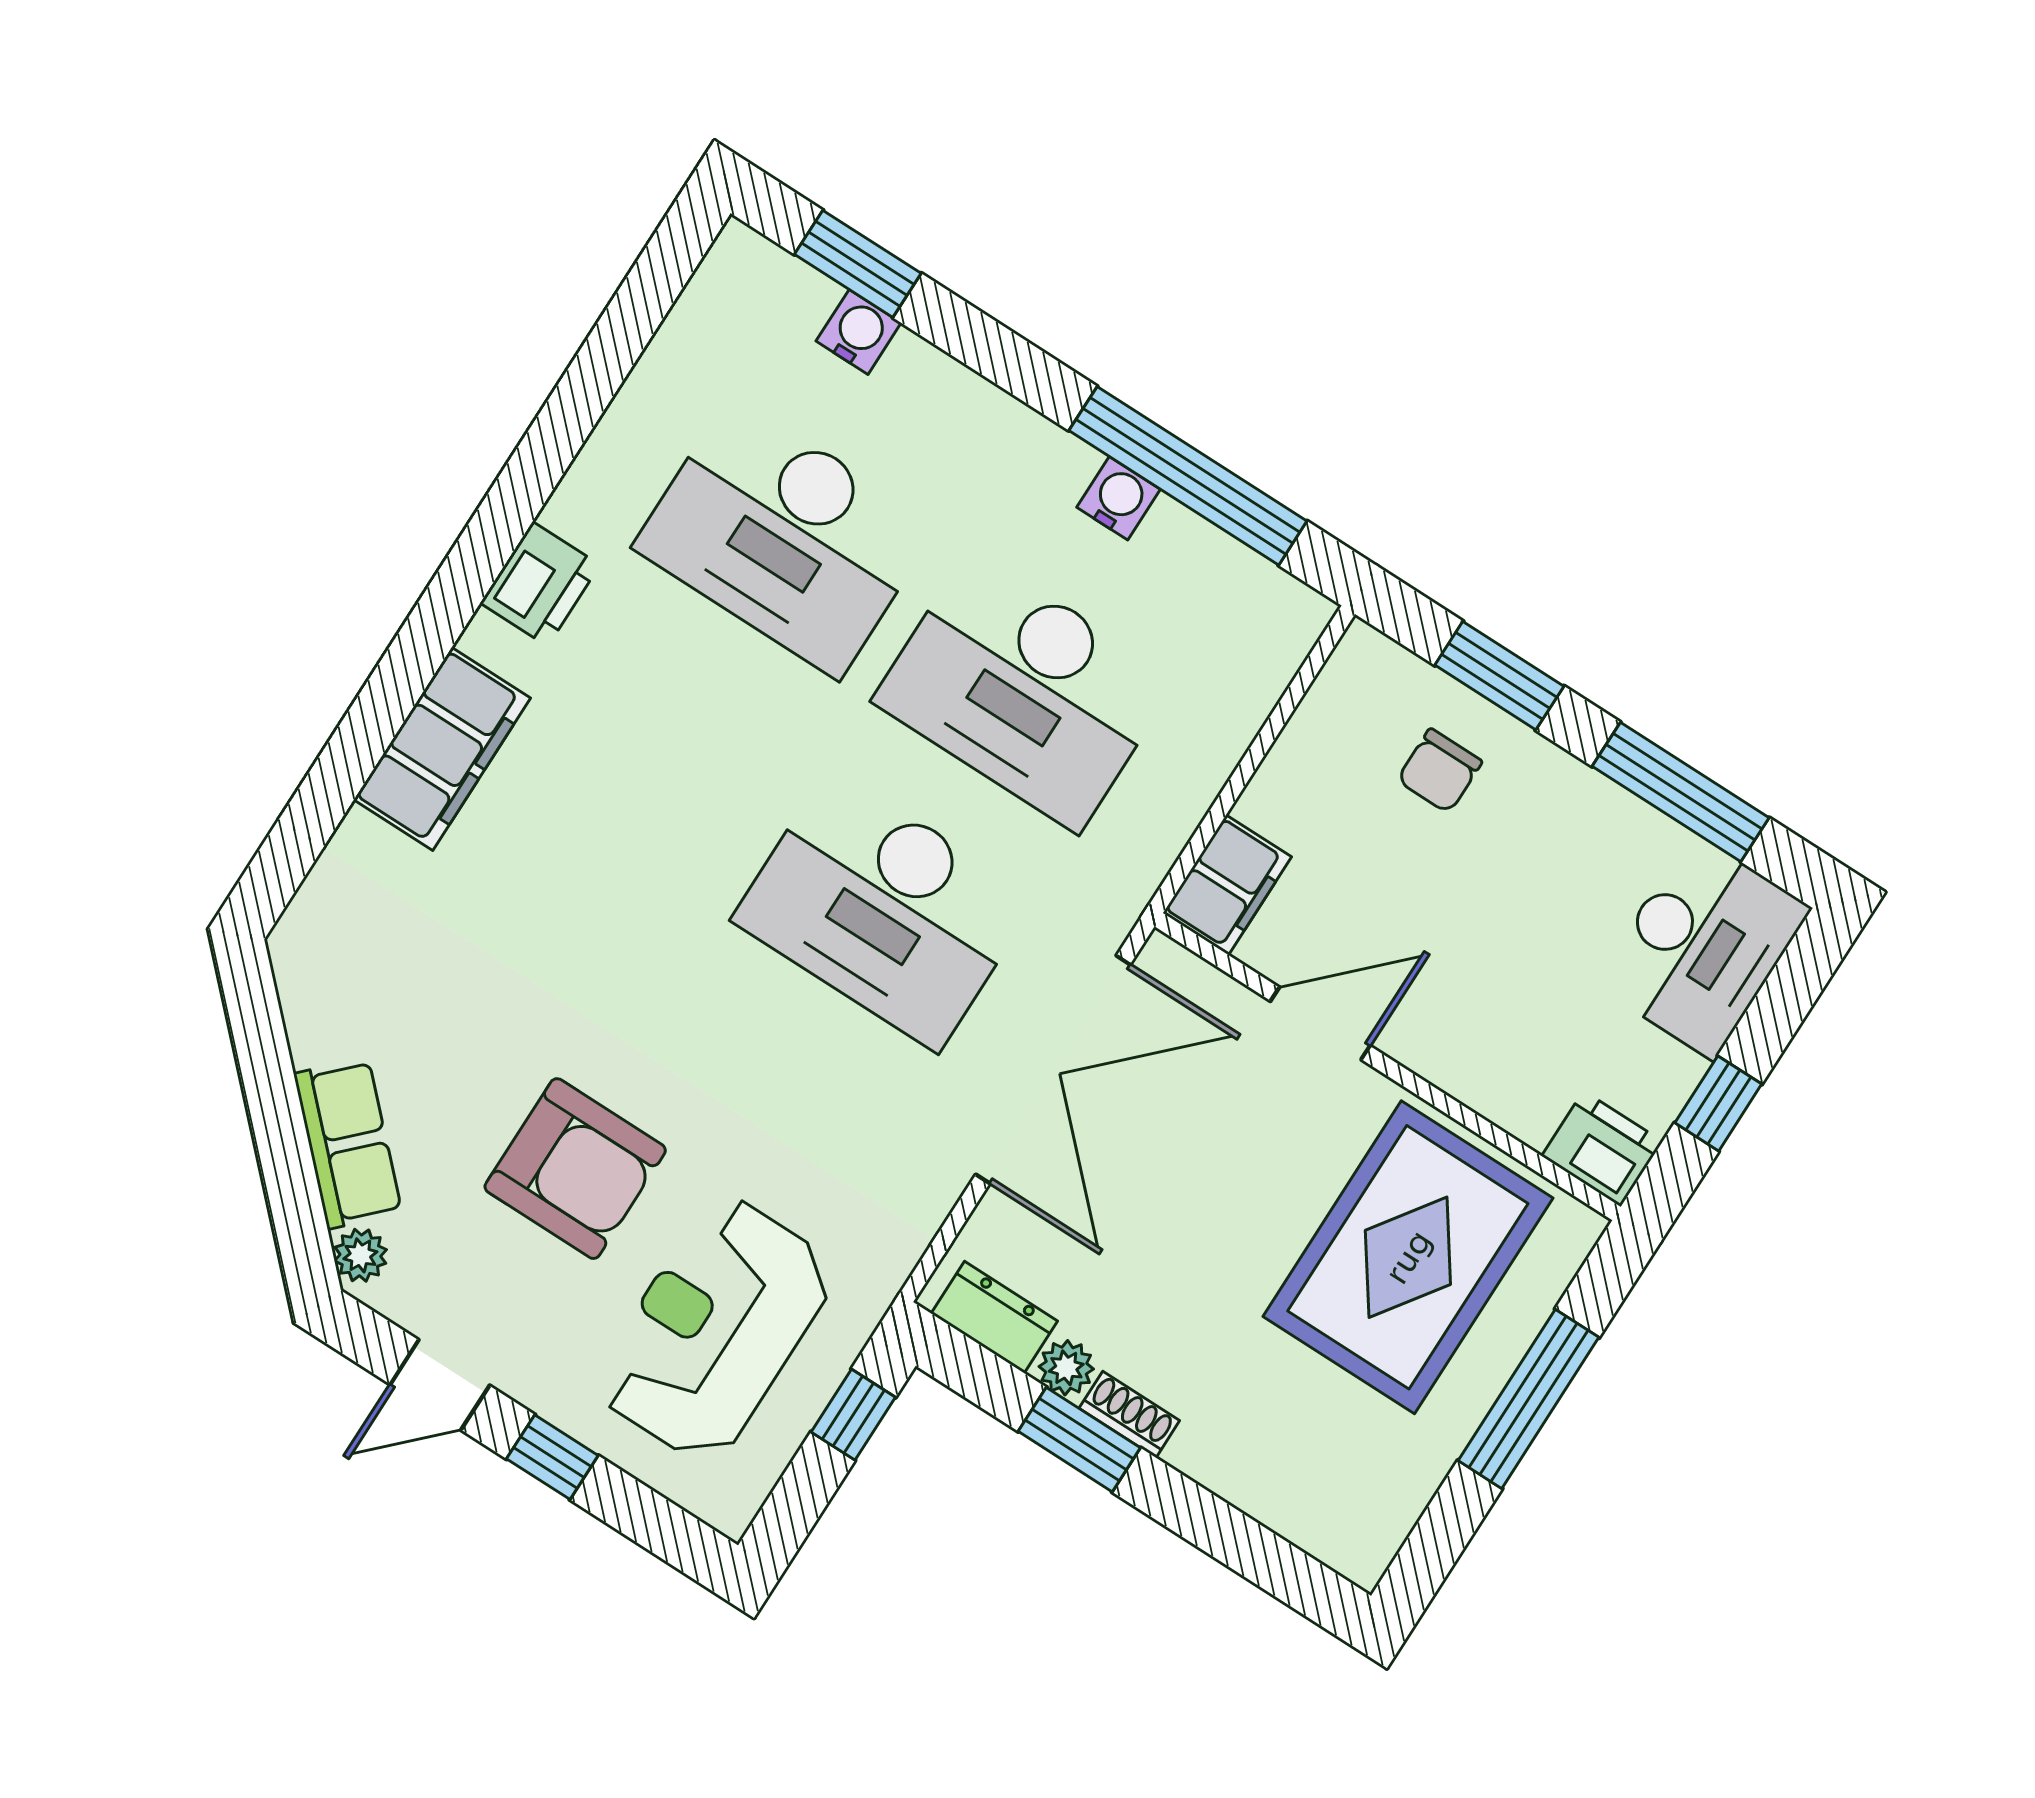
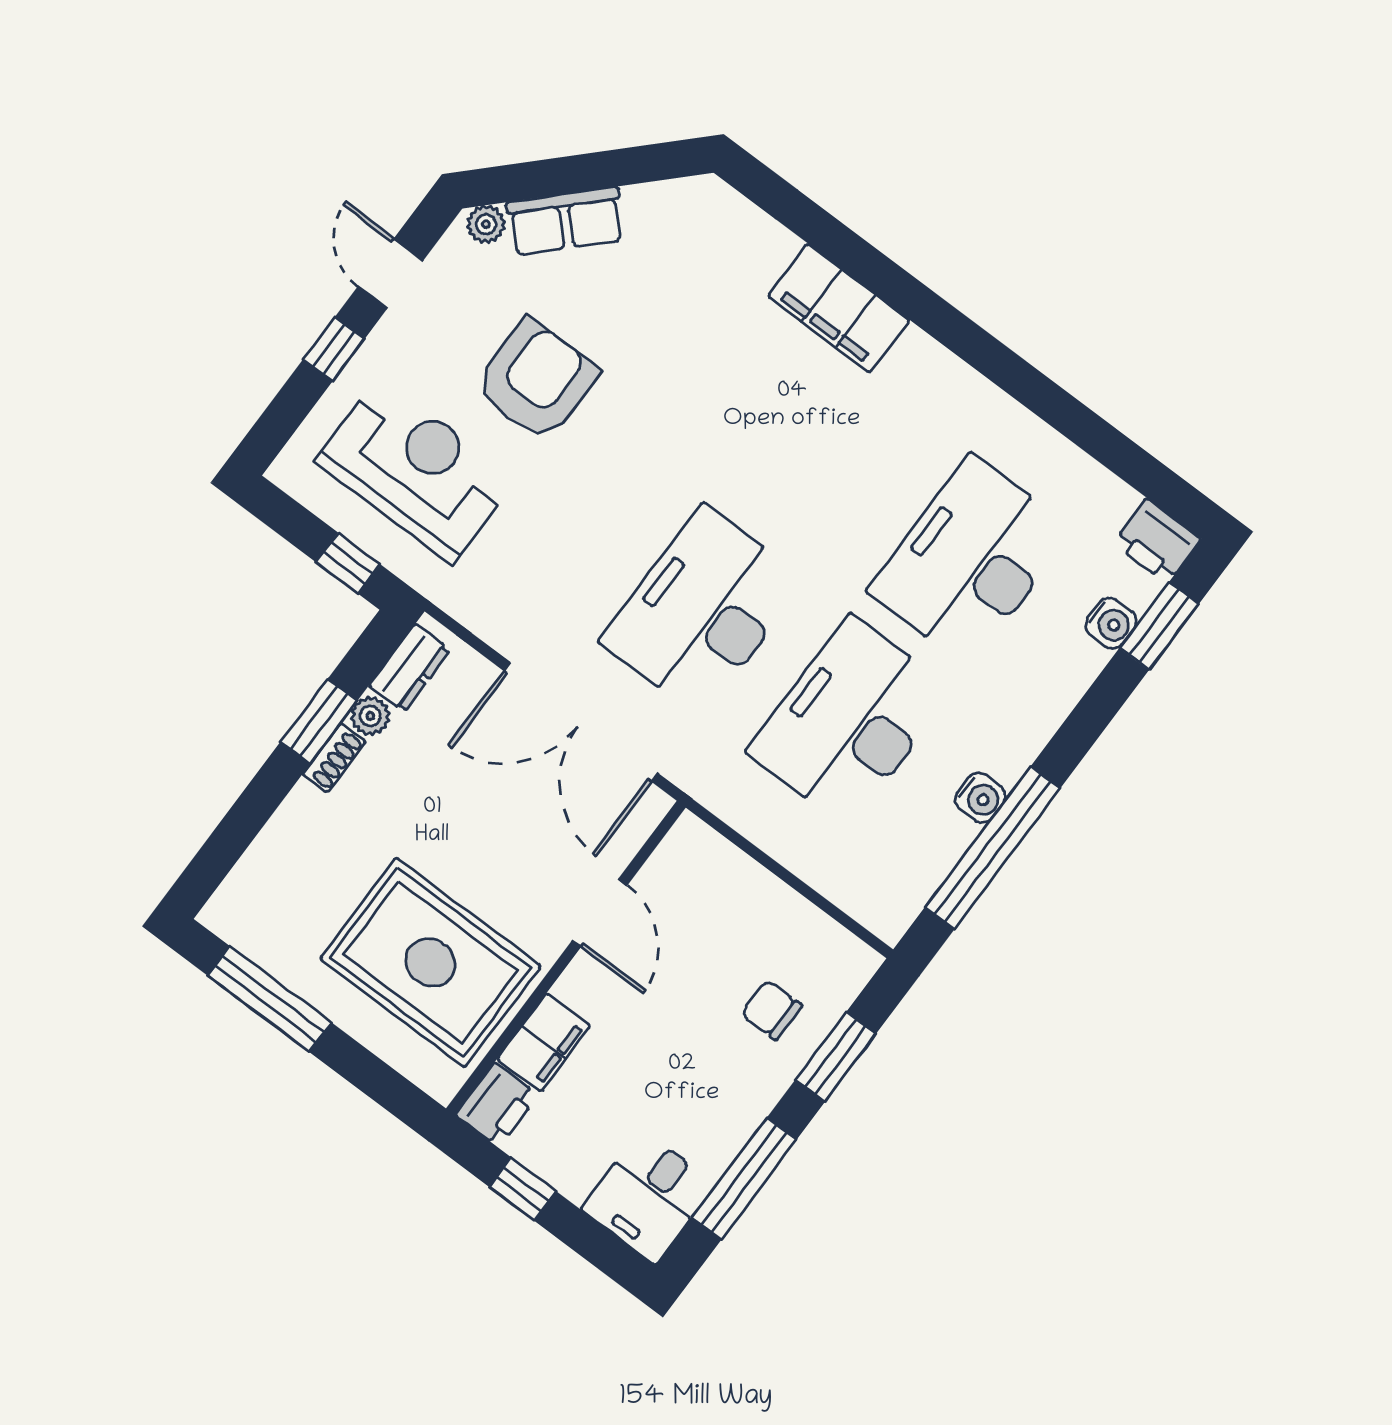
printer: (540, 584) -> (1157, 541), moved
filing cabinet: (1227, 885) -> (544, 1042), moved, turned -90
desk: (1703, 946) -> (648, 1197), width x0.73
armchair: (575, 1169) -> (536, 380), turned 180
window: (1529, 1399) -> (269, 999), moved

